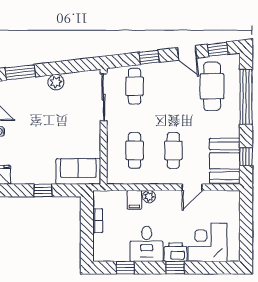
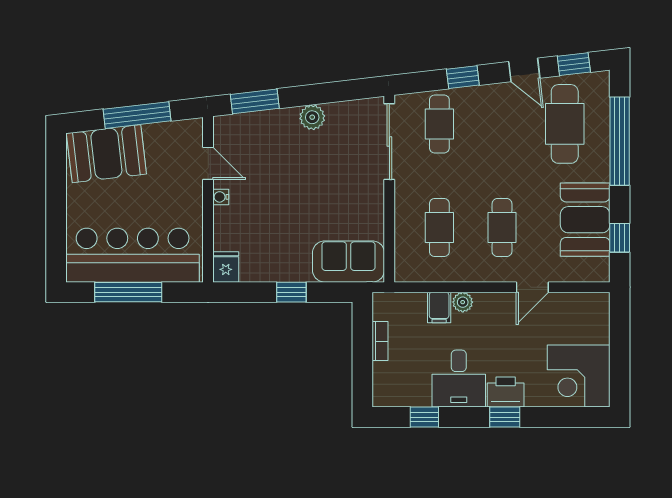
booth: (225, 161) -> (585, 220), moved
corner desk: (207, 242) -> (579, 376), moved, turned -90

